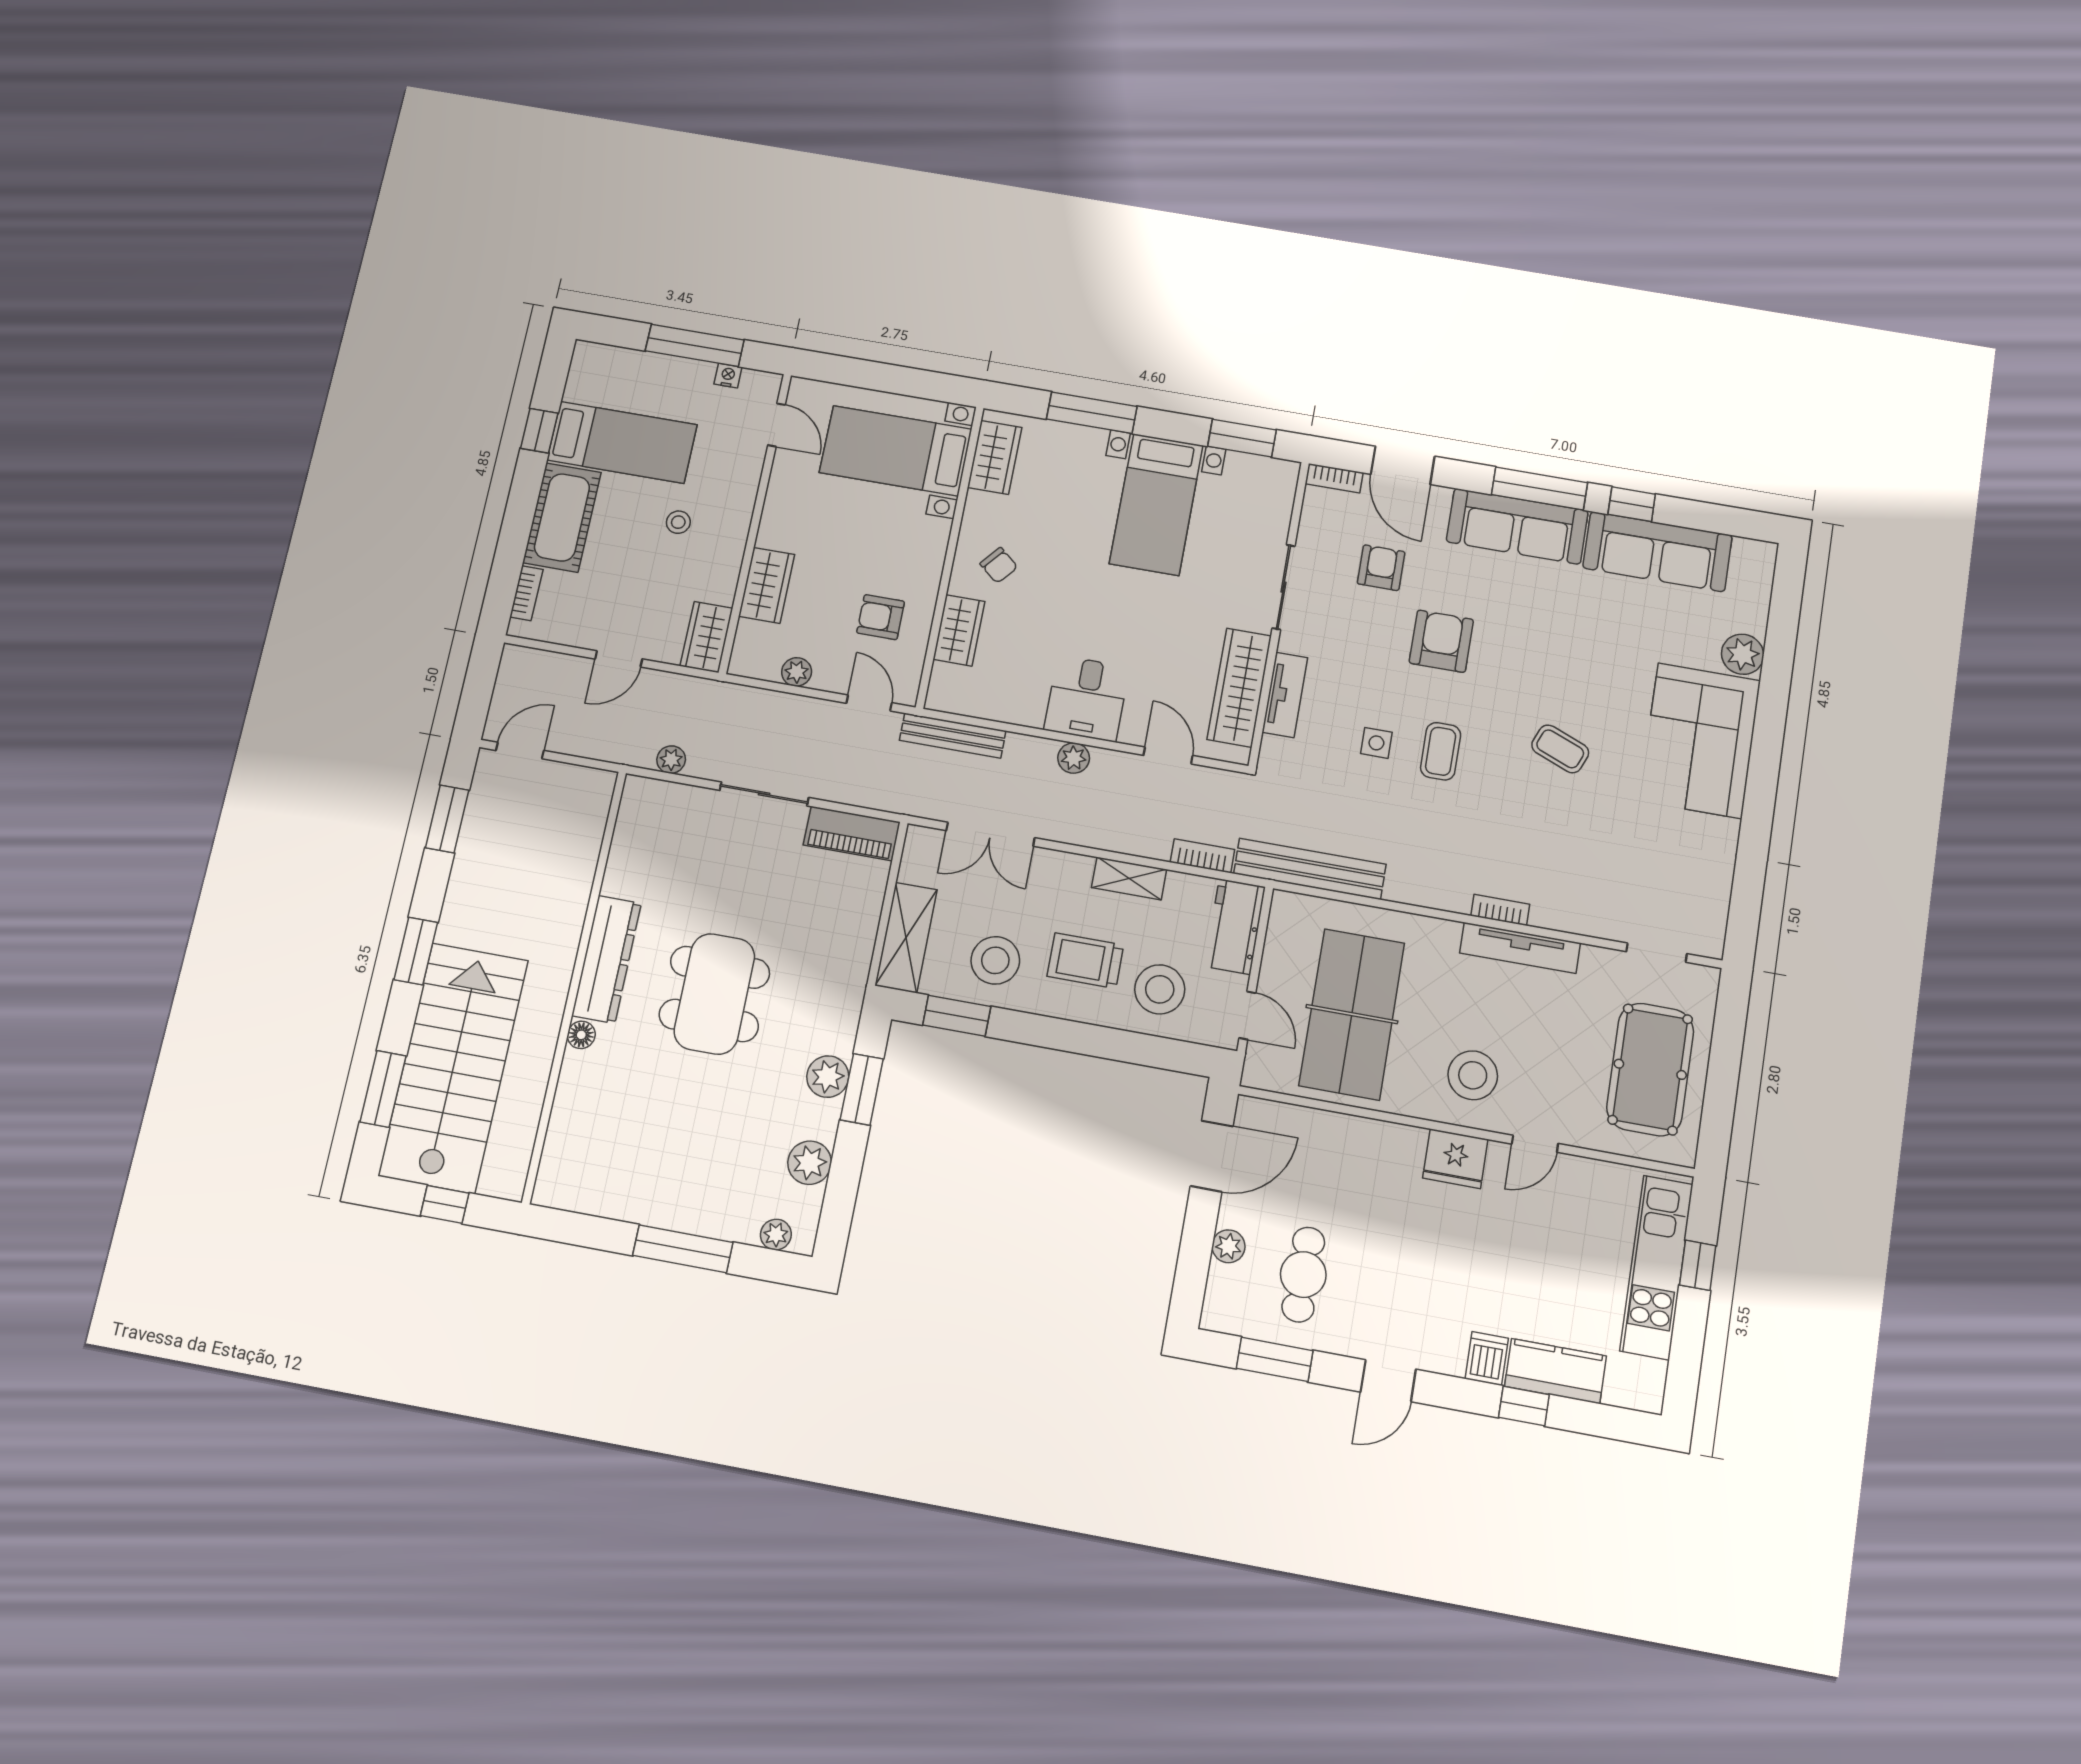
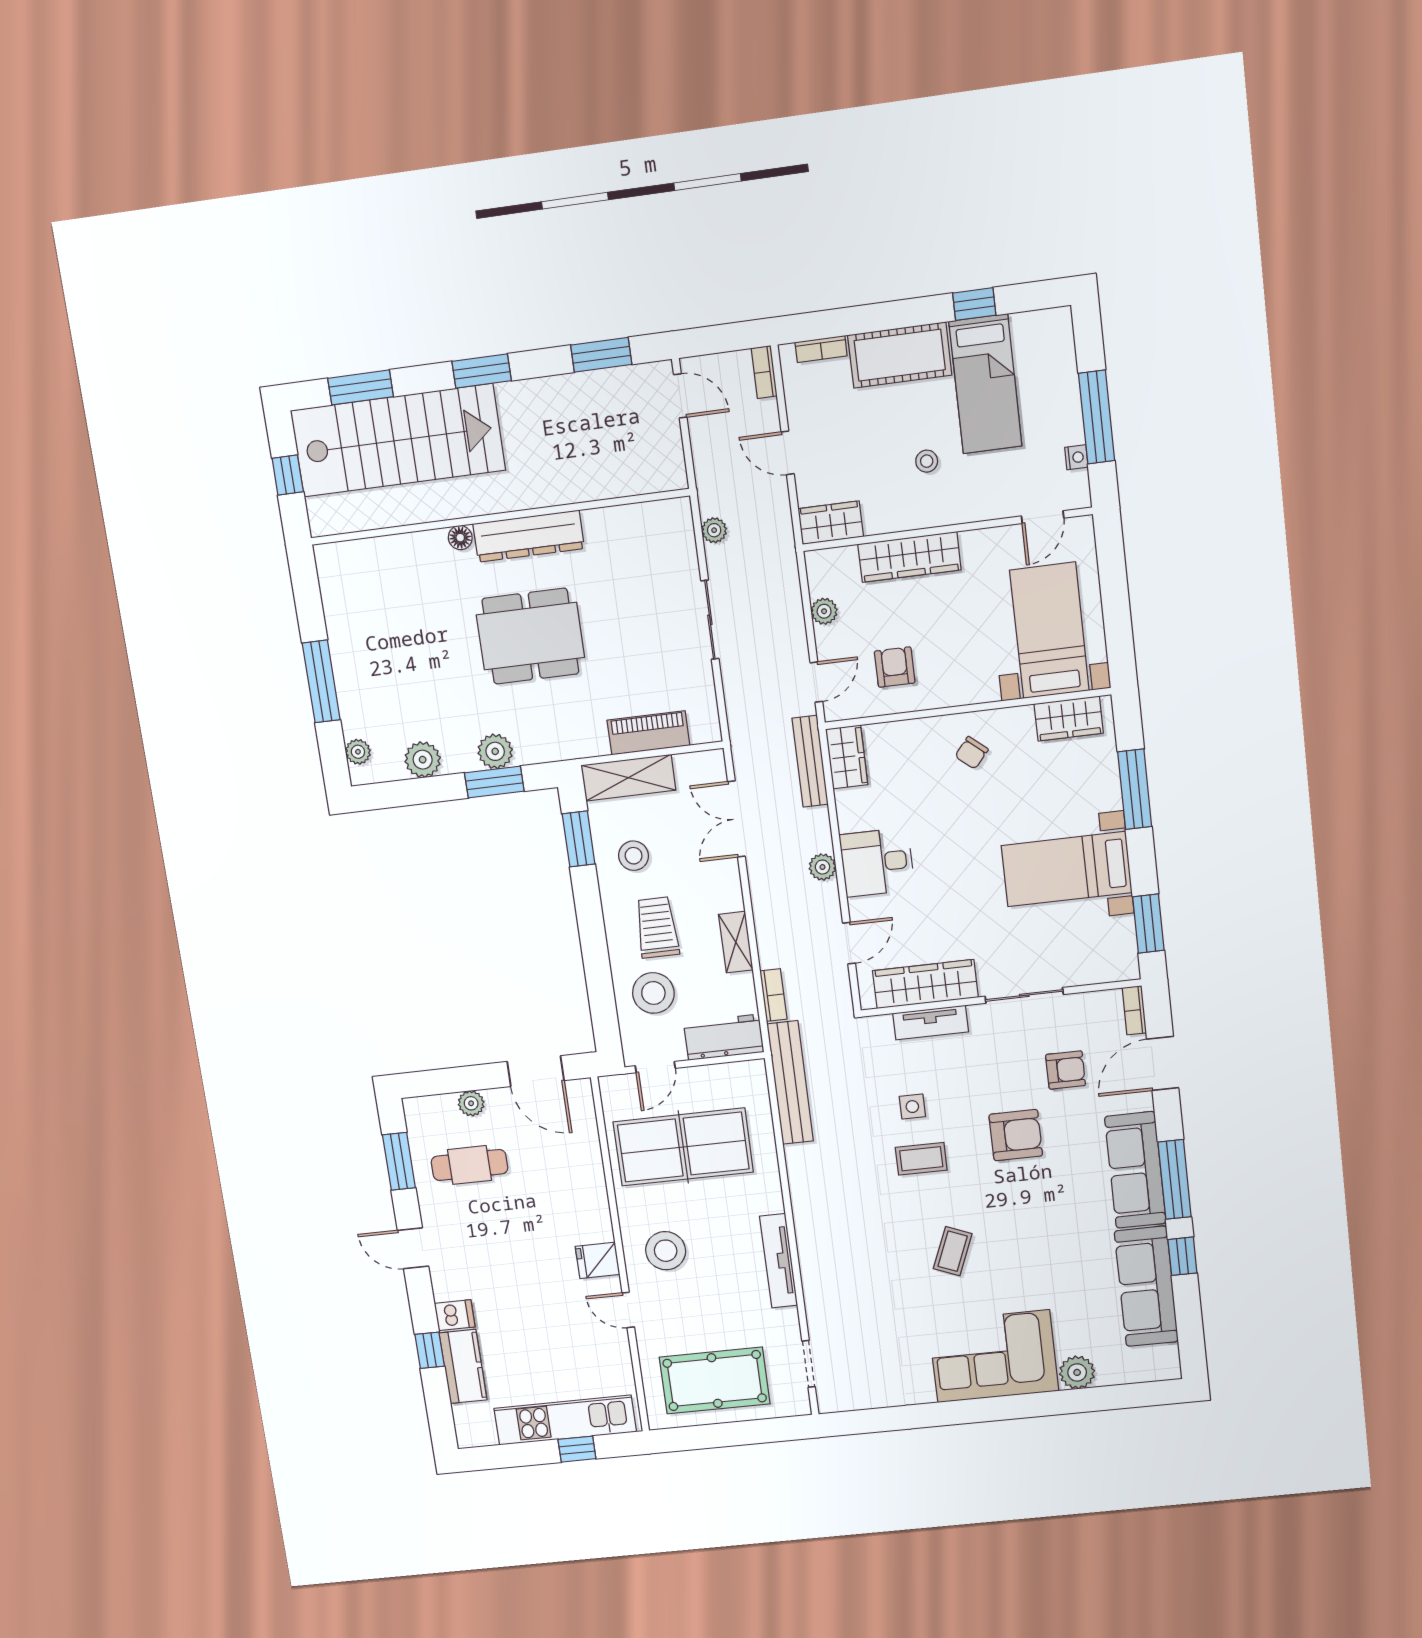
wardrobe: (767, 585) -> (909, 557), width x1.50
wardrobe: (959, 630) -> (847, 757), moved, turned -90
piano: (852, 834) -> (648, 733), moved, turned 90
bookcase: (1500, 910) -> (764, 372), moved, turned 180
stool: (995, 960) -> (634, 856), width x0.73, depth x0.73
fridge: (1455, 1159) -> (598, 1260), width x0.72

